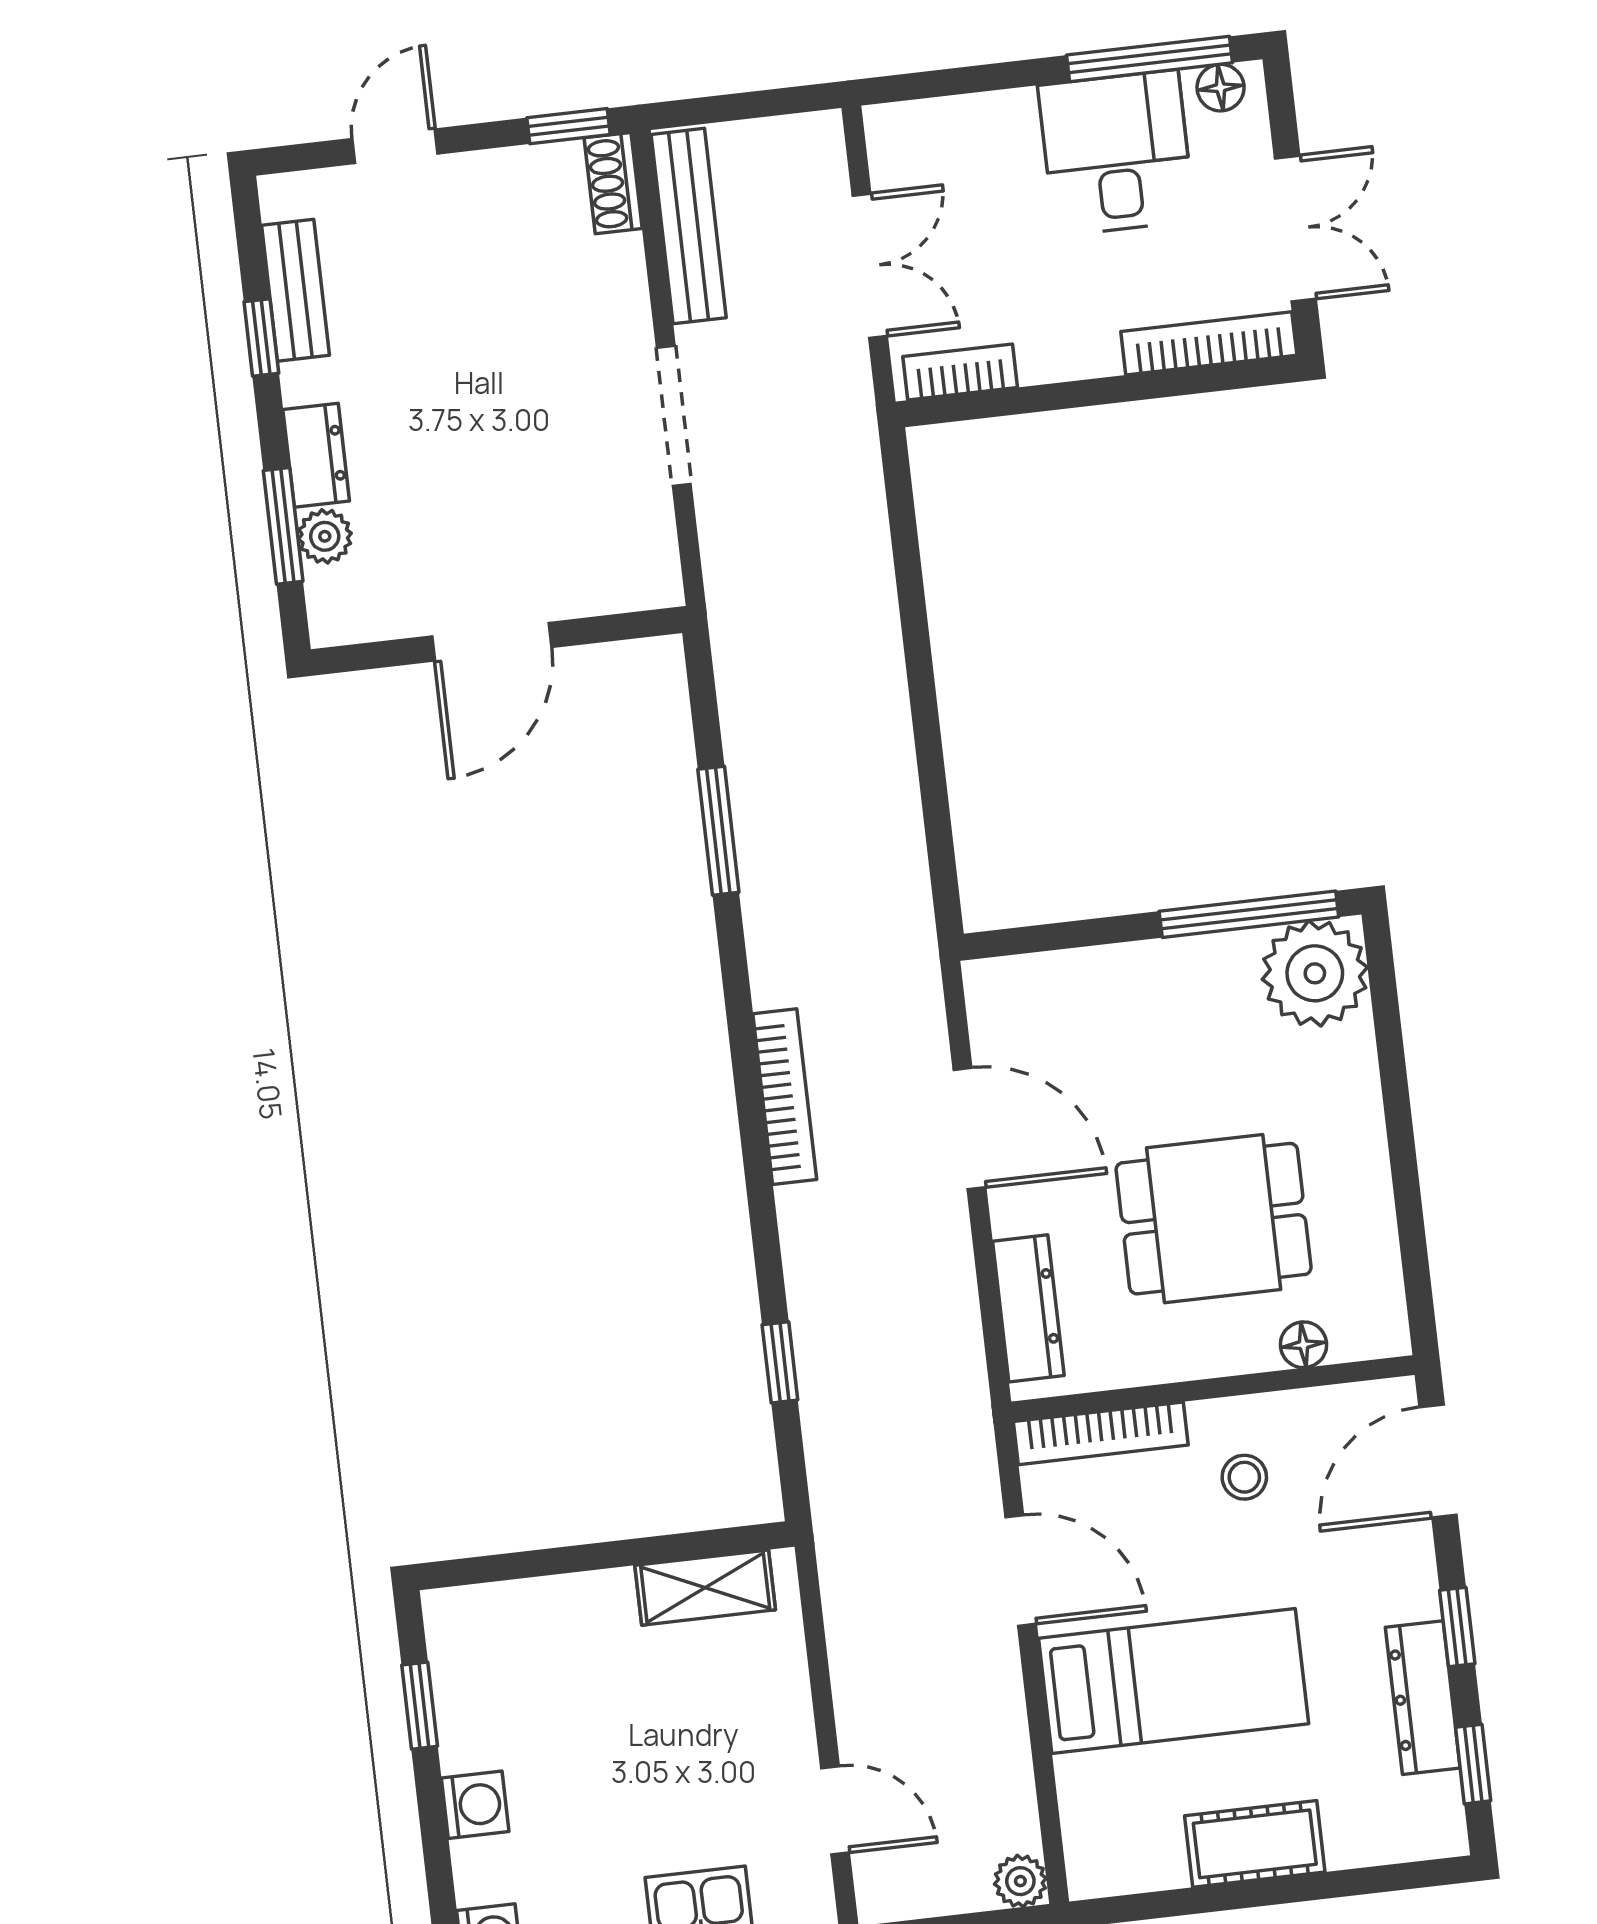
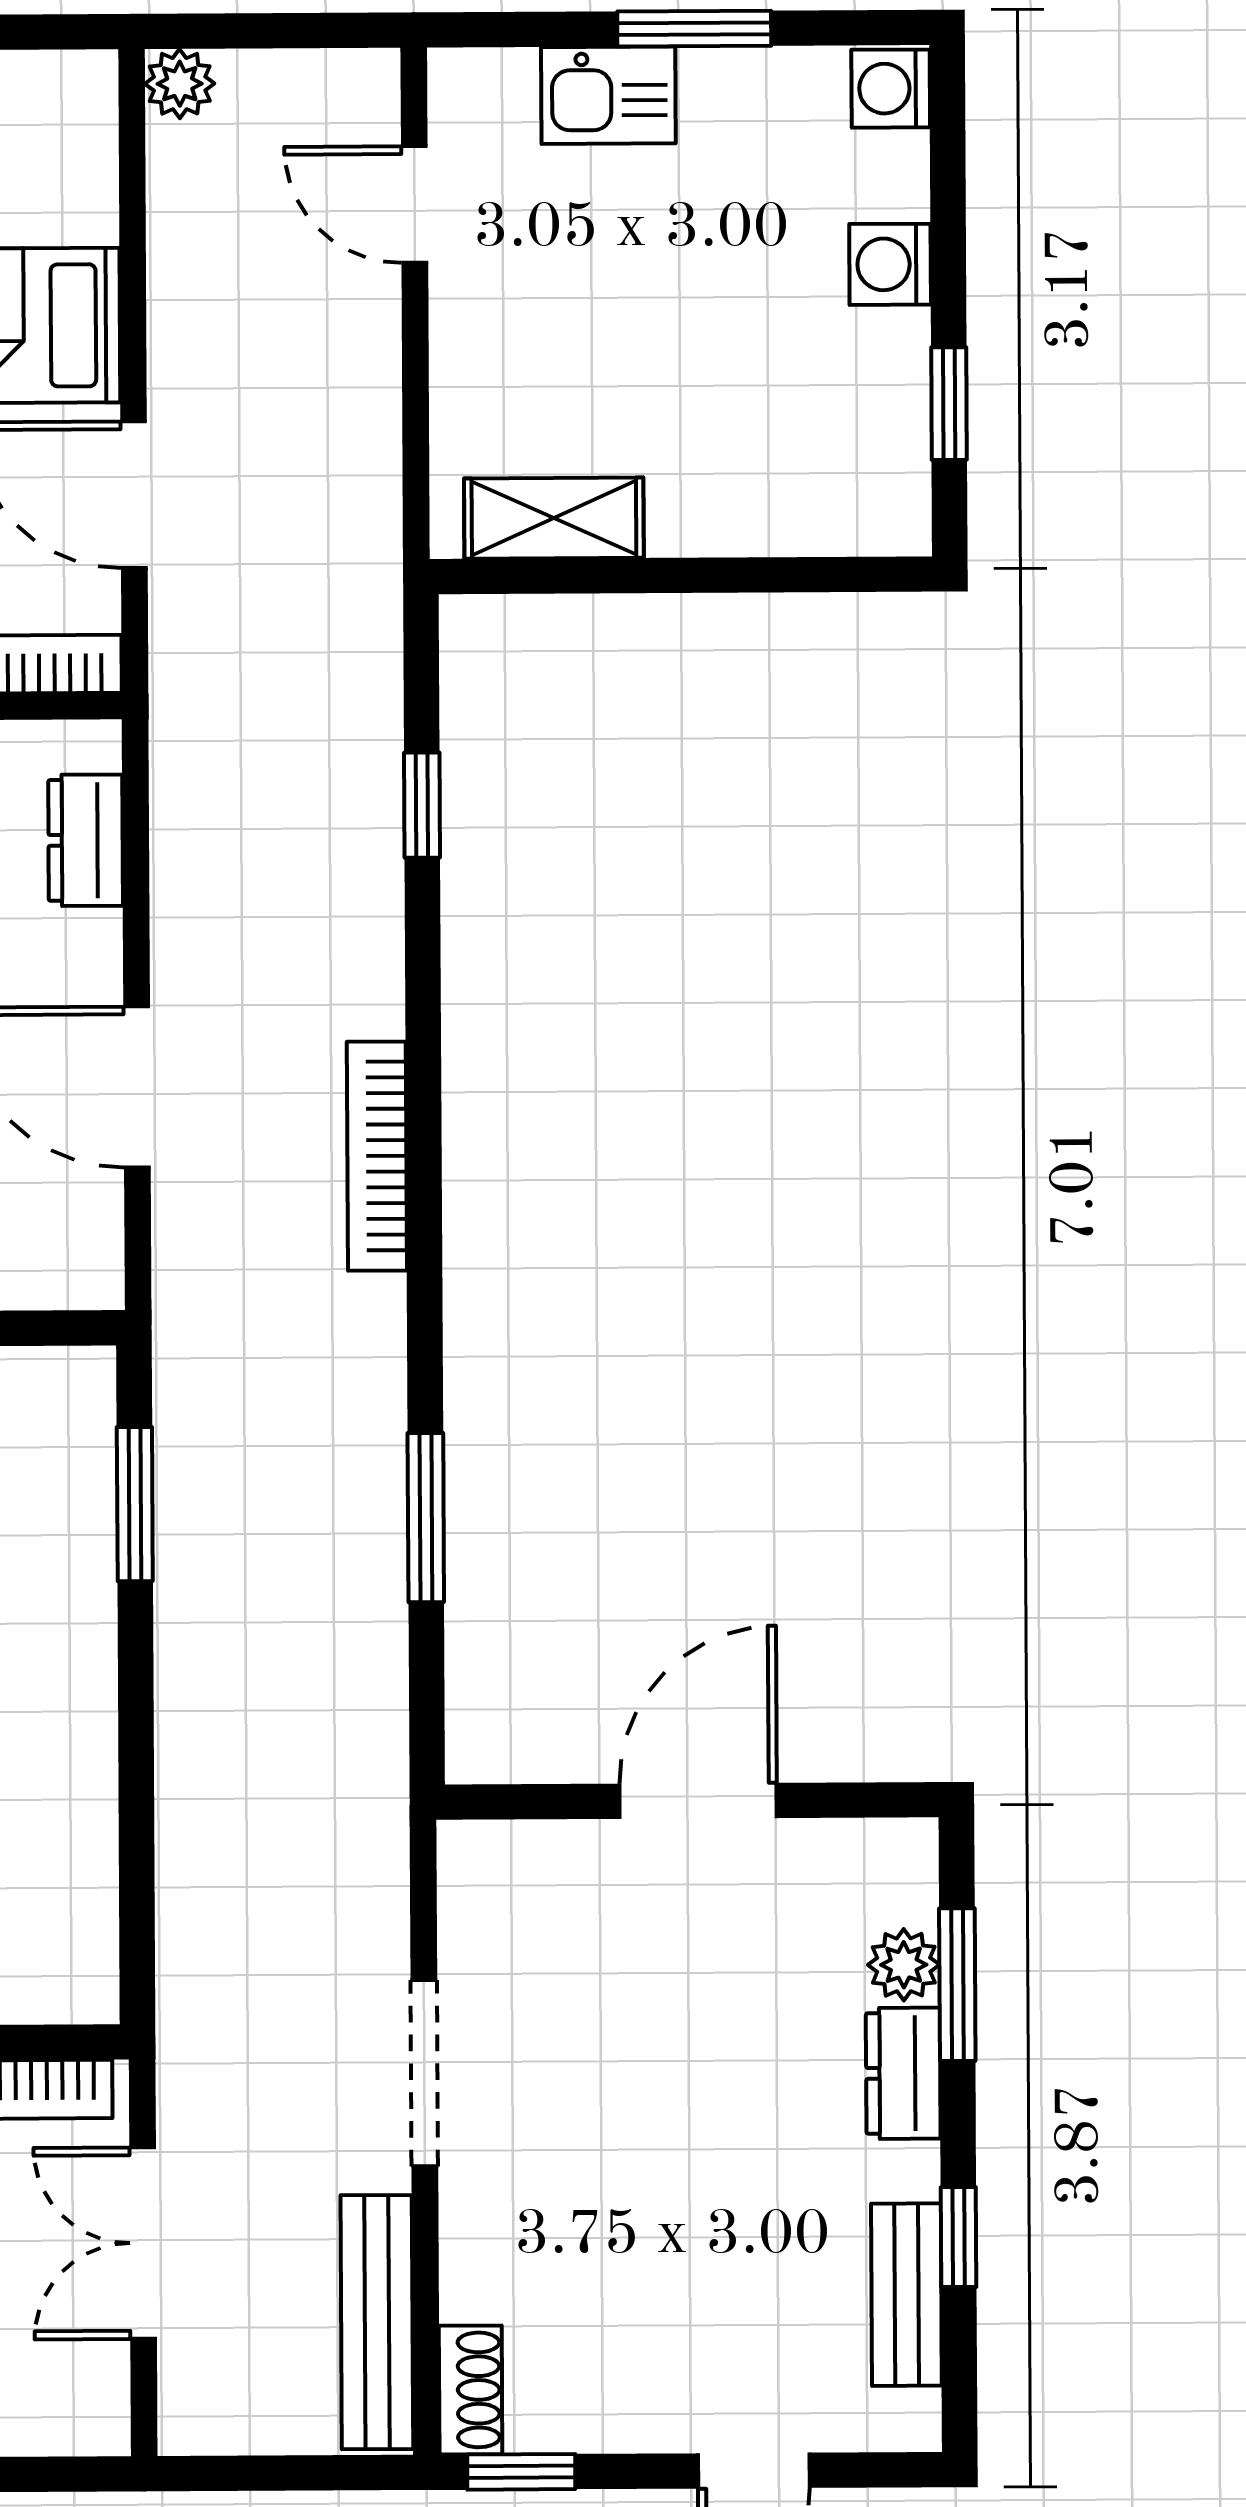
window: (937, 817) -> (135, 1504), added
dresser: (1028, 1308) -> (86, 840), width x0.70

